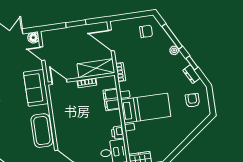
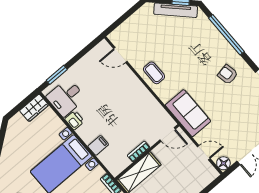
filing cabinet: (111, 100) -> (98, 145), width x0.50
coffee table: (42, 131) -> (154, 73), width x0.54, depth x0.58

